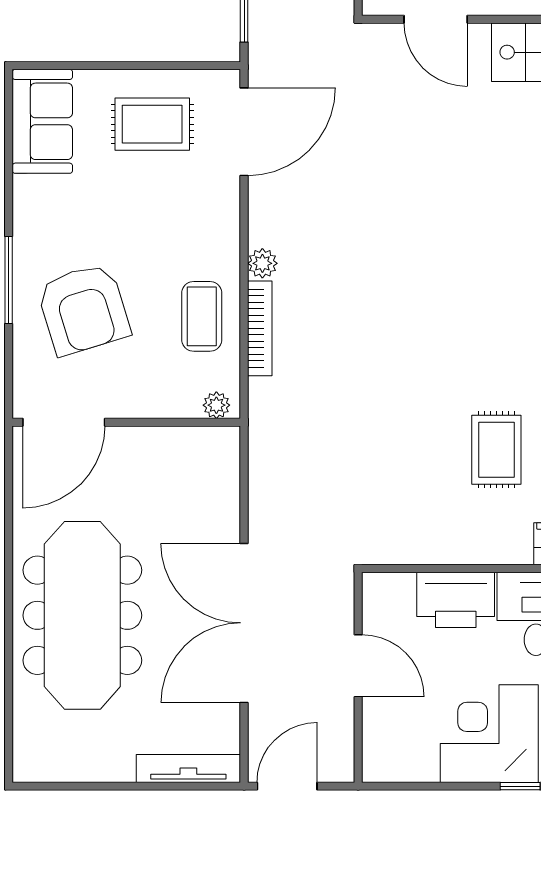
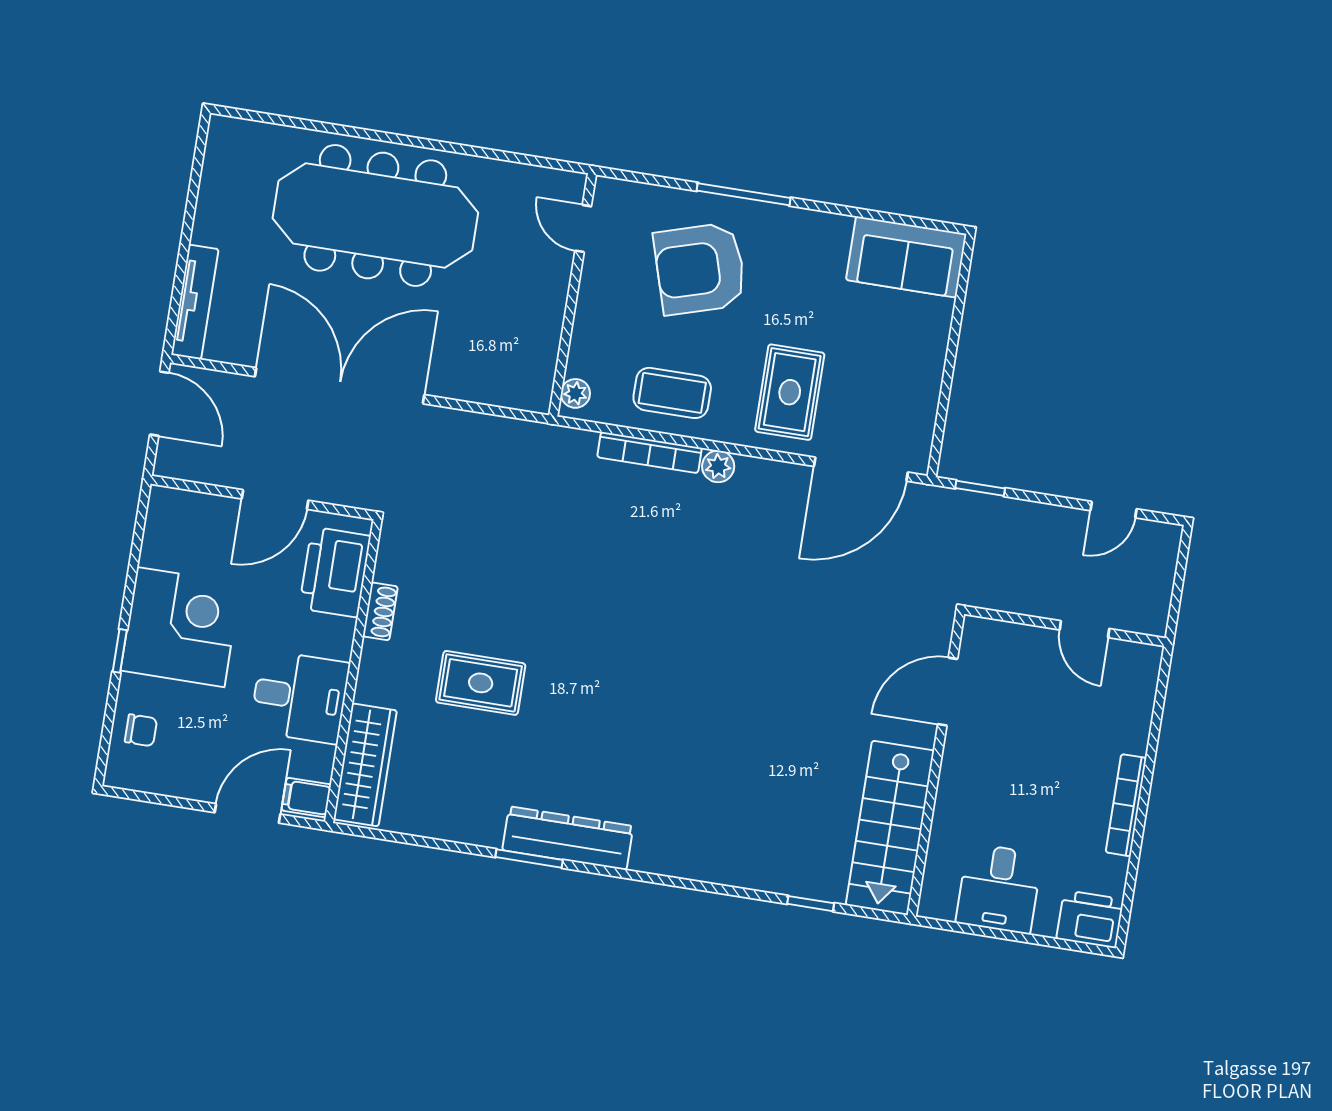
rug: (152, 124) -> (790, 392), moved
door: (244, 132) -> (861, 469), hinge flipped
door: (64, 422) -> (583, 229), width x0.53
shoe rack: (445, 552) -> (380, 611), added
printer: (456, 600) -> (335, 572), moved

